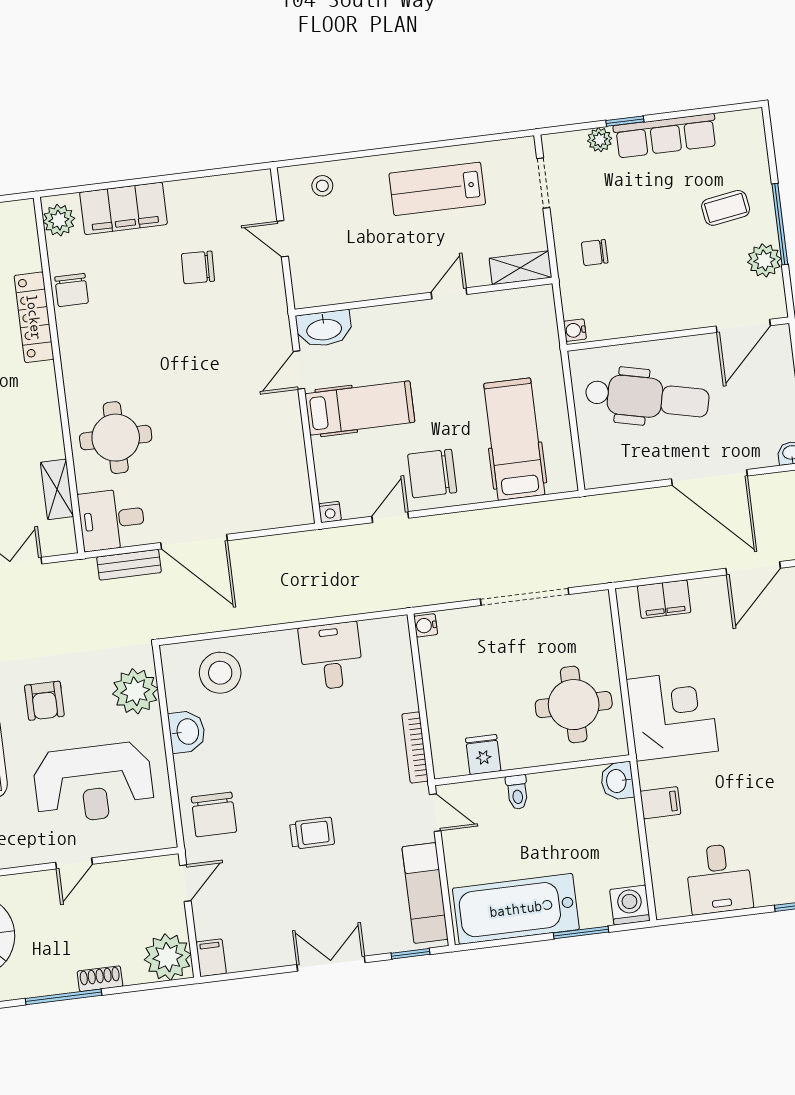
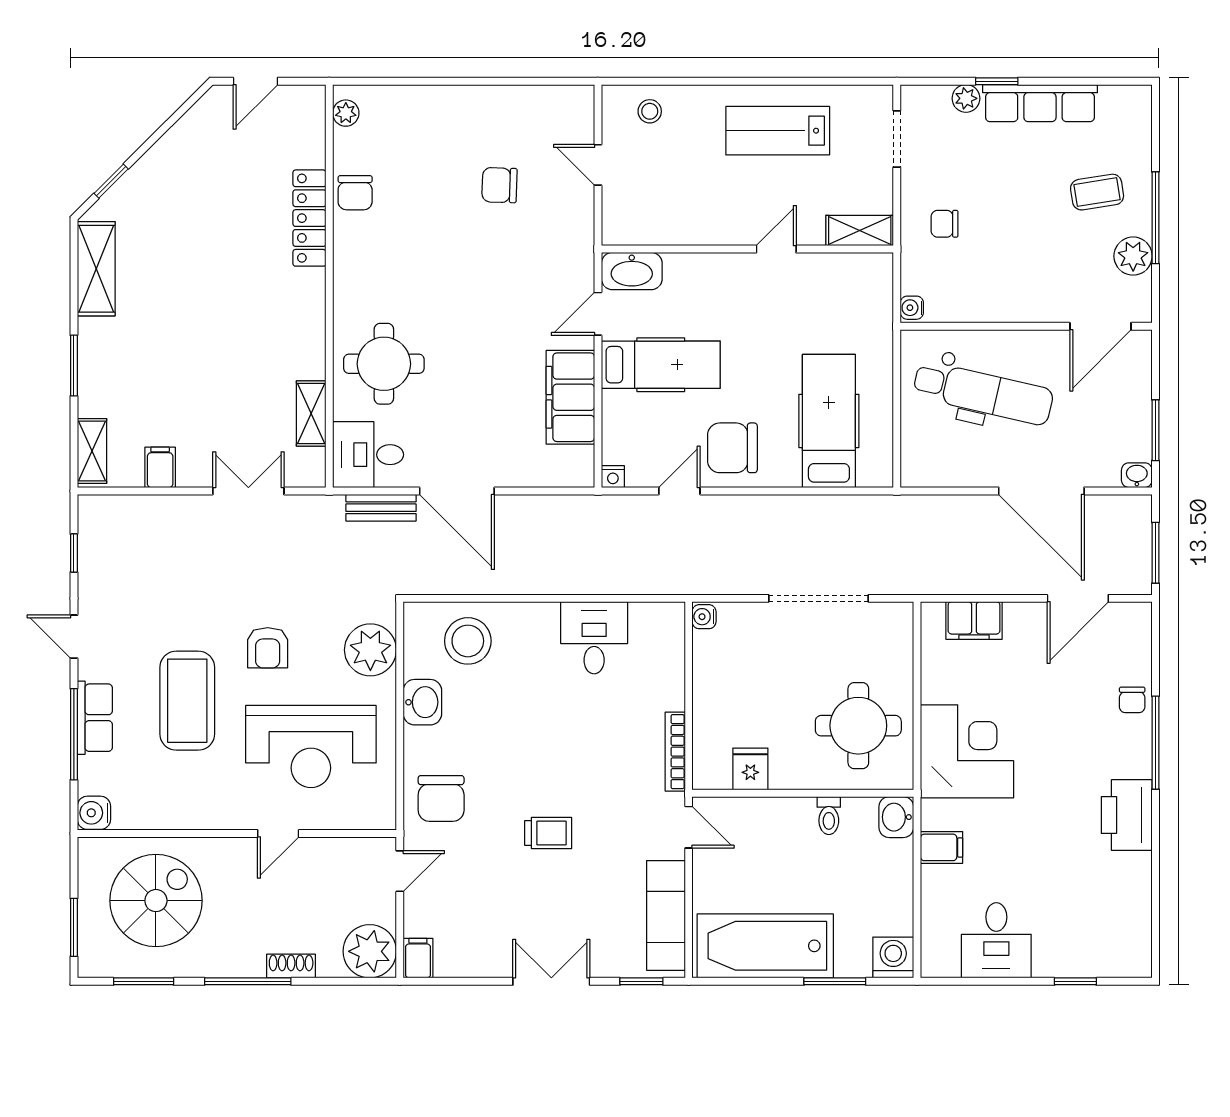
filing cabinet: (123, 208) -> (570, 397), moved, turned 90
plant: (59, 220) -> (346, 113), width x0.73, depth x0.73
toilet: (517, 792) -> (829, 816), moved

